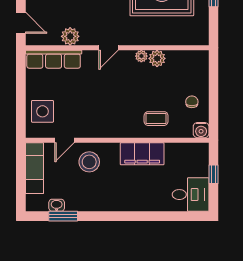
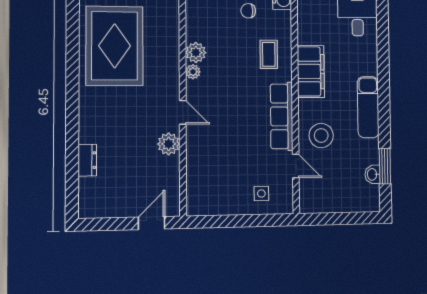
plant: (70, 36) -> (169, 144), moved
row of seats: (54, 59) -> (282, 116), moved, turned 180
side table: (42, 111) -> (261, 194), width x0.54, depth x0.54
exam couch: (34, 168) -> (368, 107), moved, turned -90

